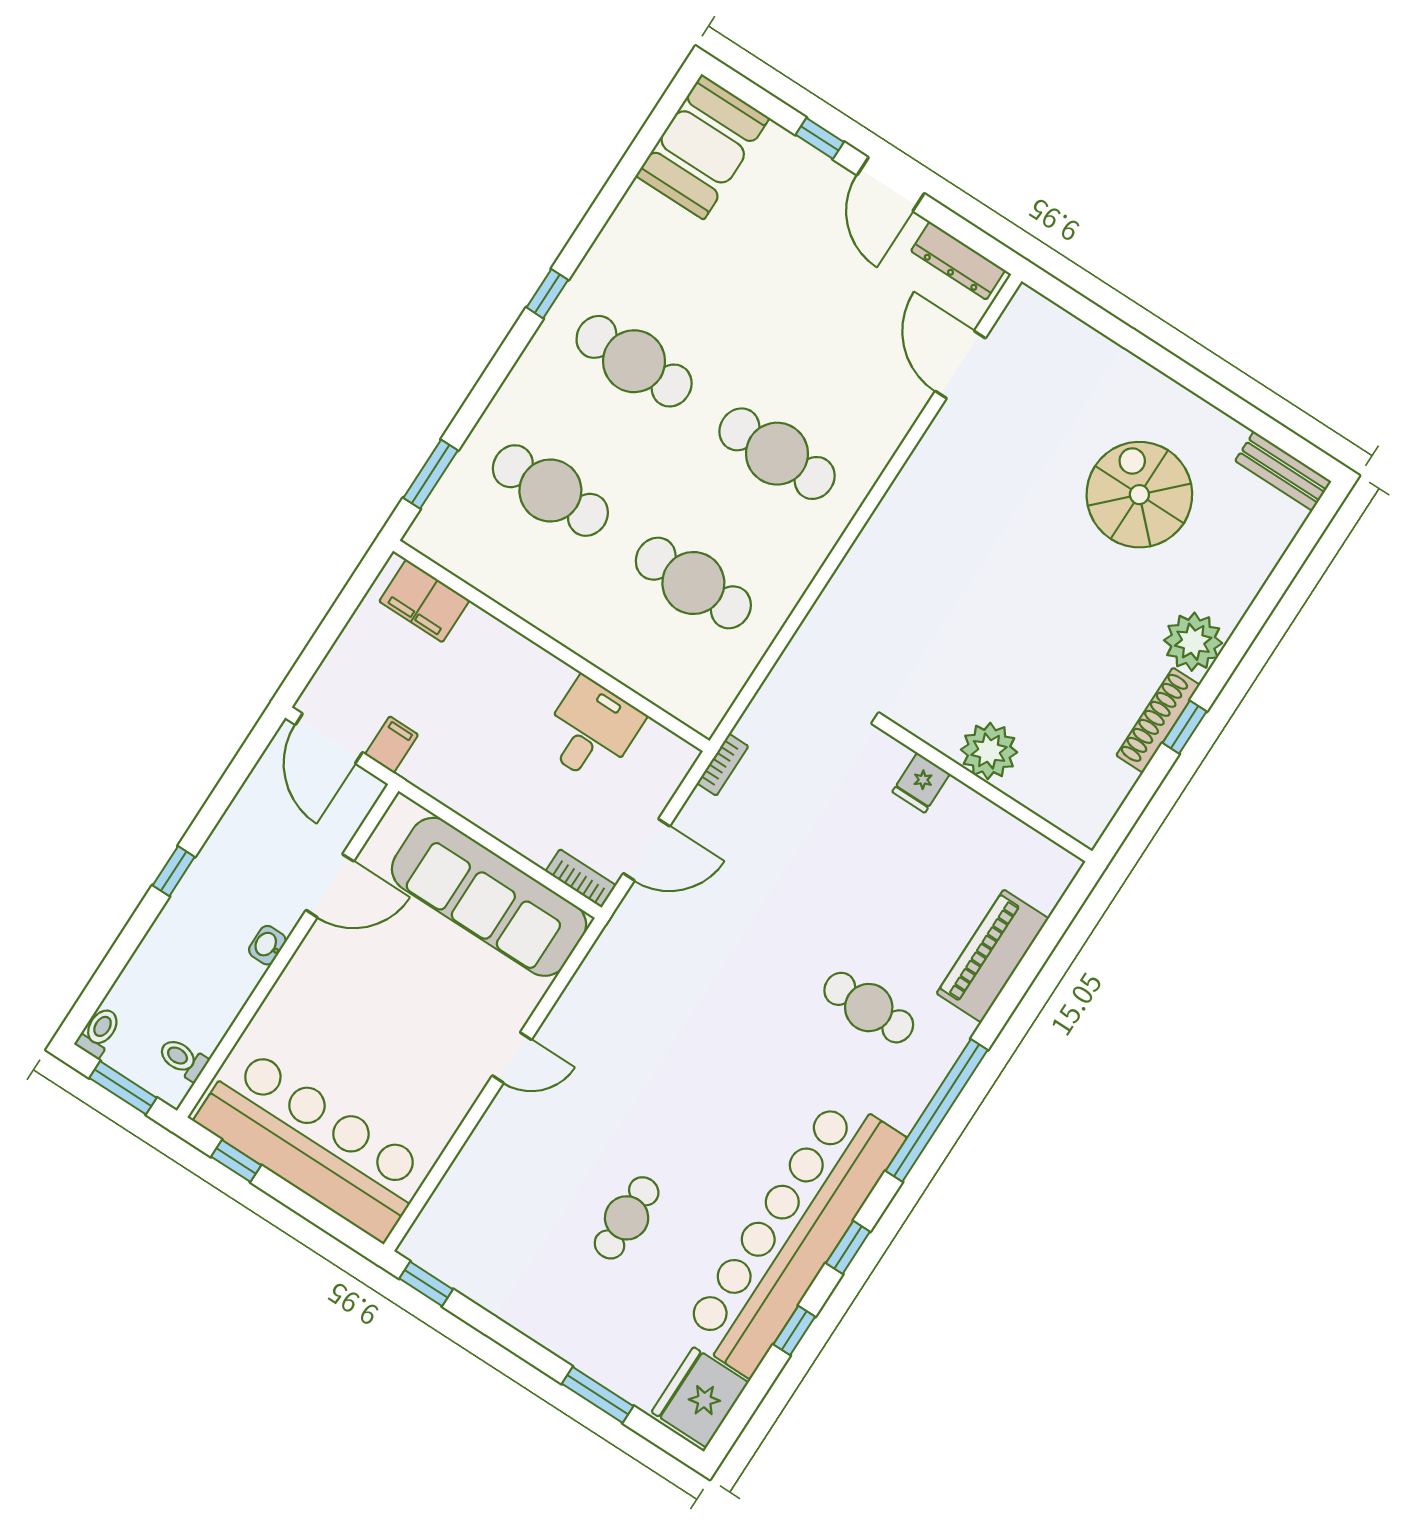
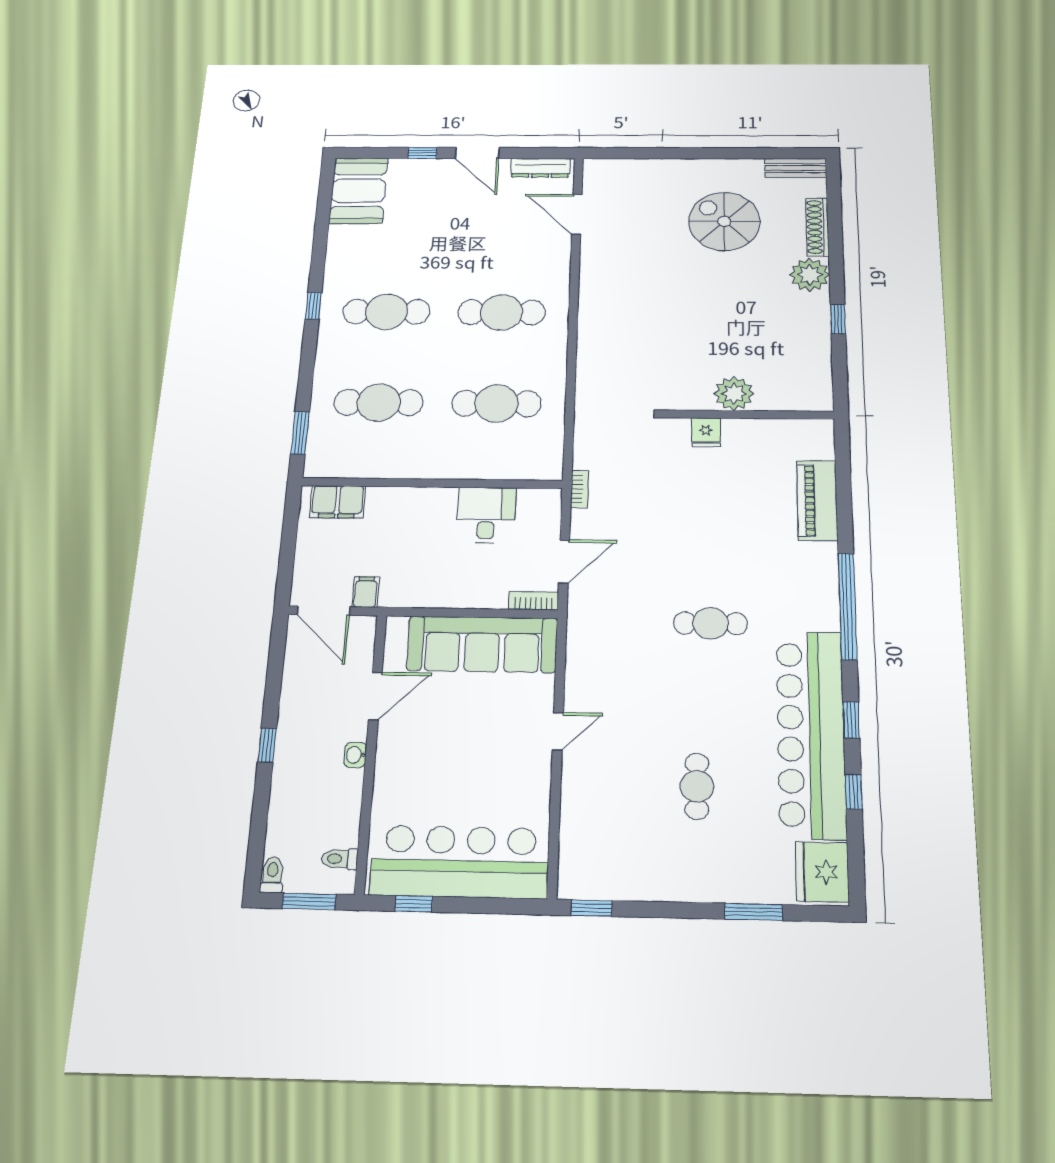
shoe rack: (1158, 720) -> (817, 227), moved
cafe table: (869, 1008) -> (710, 623), moved

